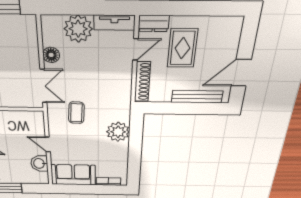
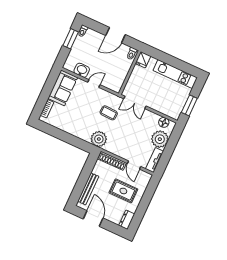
dresser: (154, 23) -> (127, 220), moved
floor lamp: (51, 55) -> (164, 122), moved
plant: (118, 132) -> (99, 139), moved

